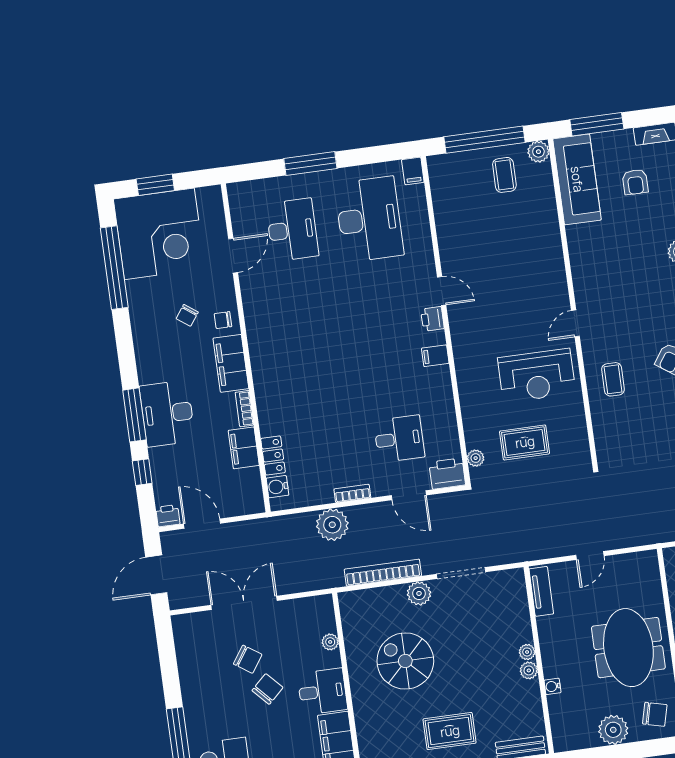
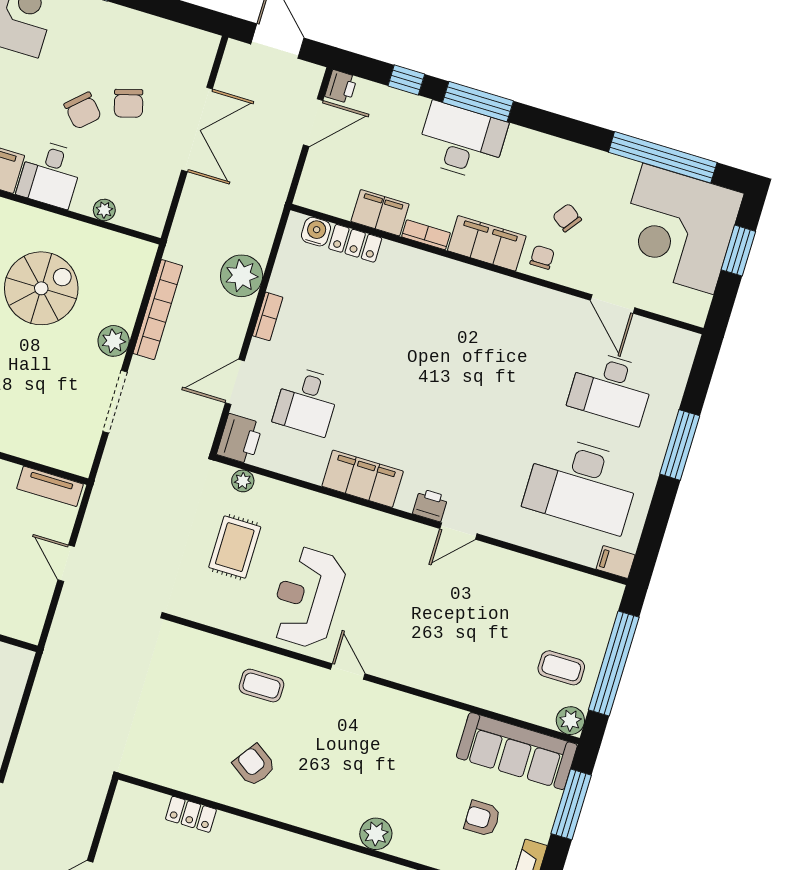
filing cabinet: (435, 356) -> (363, 479), width x3.00, depth x1.17
chair: (248, 659) -> (129, 103), turned -50

